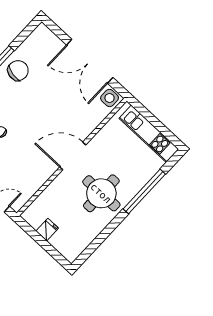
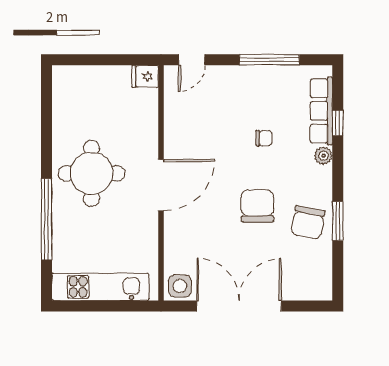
chair: (35, 102) -> (257, 206), added
fridge: (47, 230) -> (145, 76), moved, turned 90

